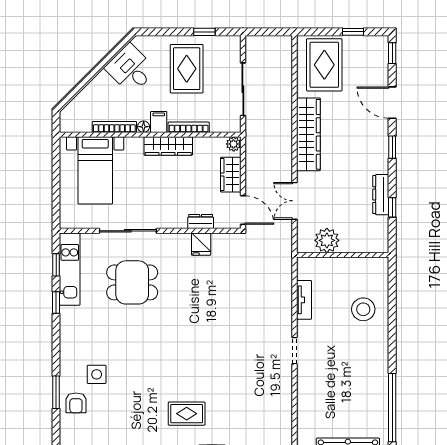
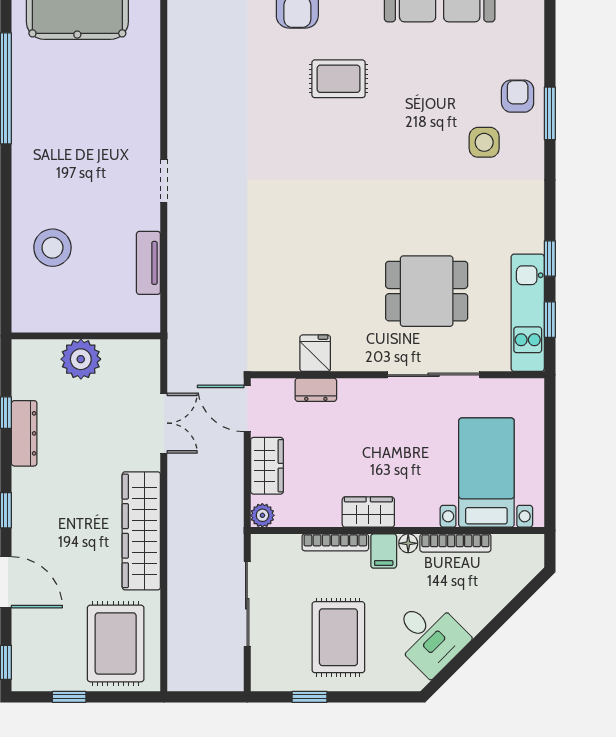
wardrobe: (168, 146) -> (368, 512), width x0.67
plant: (327, 240) -> (81, 359), moved

